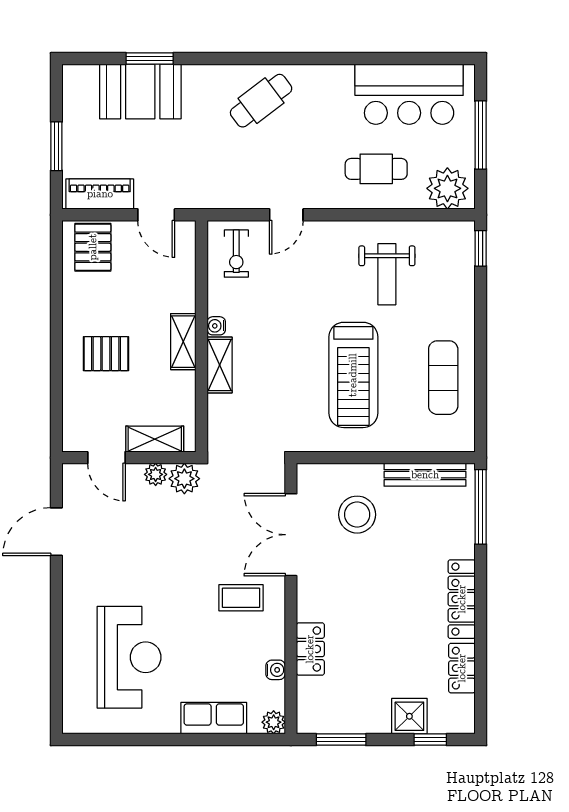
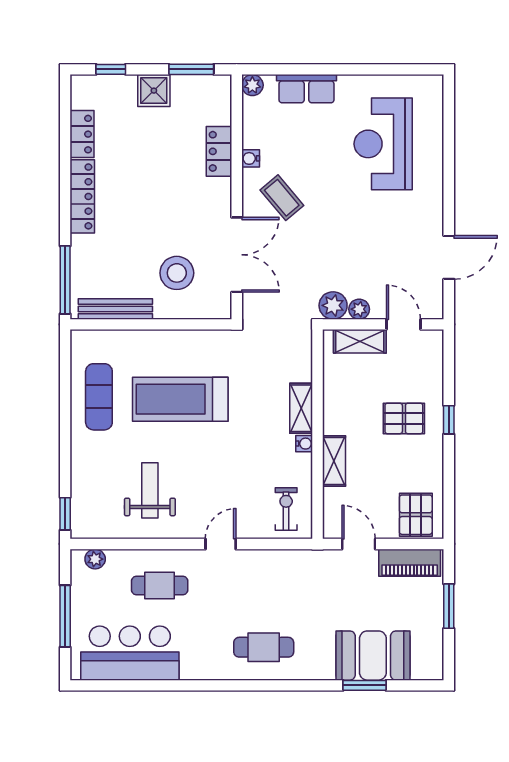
cafe table: (261, 101) -> (264, 647), turned 37
plant: (447, 188) -> (95, 559), width x0.53, depth x0.53
door: (286, 215) -> (221, 544), moved
shelving: (183, 342) -> (334, 461), moved
window: (56, 352) -> (449, 420), added
treadmill: (353, 375) -> (180, 399), turned -90
coffee table: (241, 598) -> (282, 198), turned 50
water cooler: (276, 670) -> (251, 158), moved
shower: (409, 716) -> (154, 91), moved

